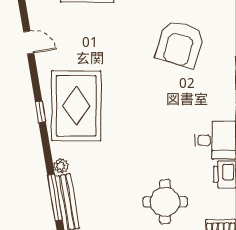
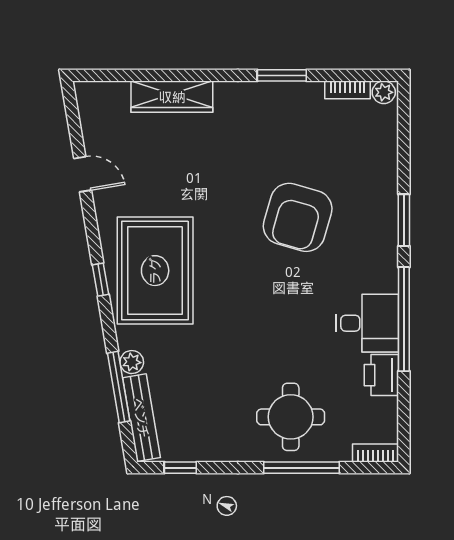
armchair: (180, 44) -> (298, 217), moved
window: (55, 197) -> (119, 387), moved

